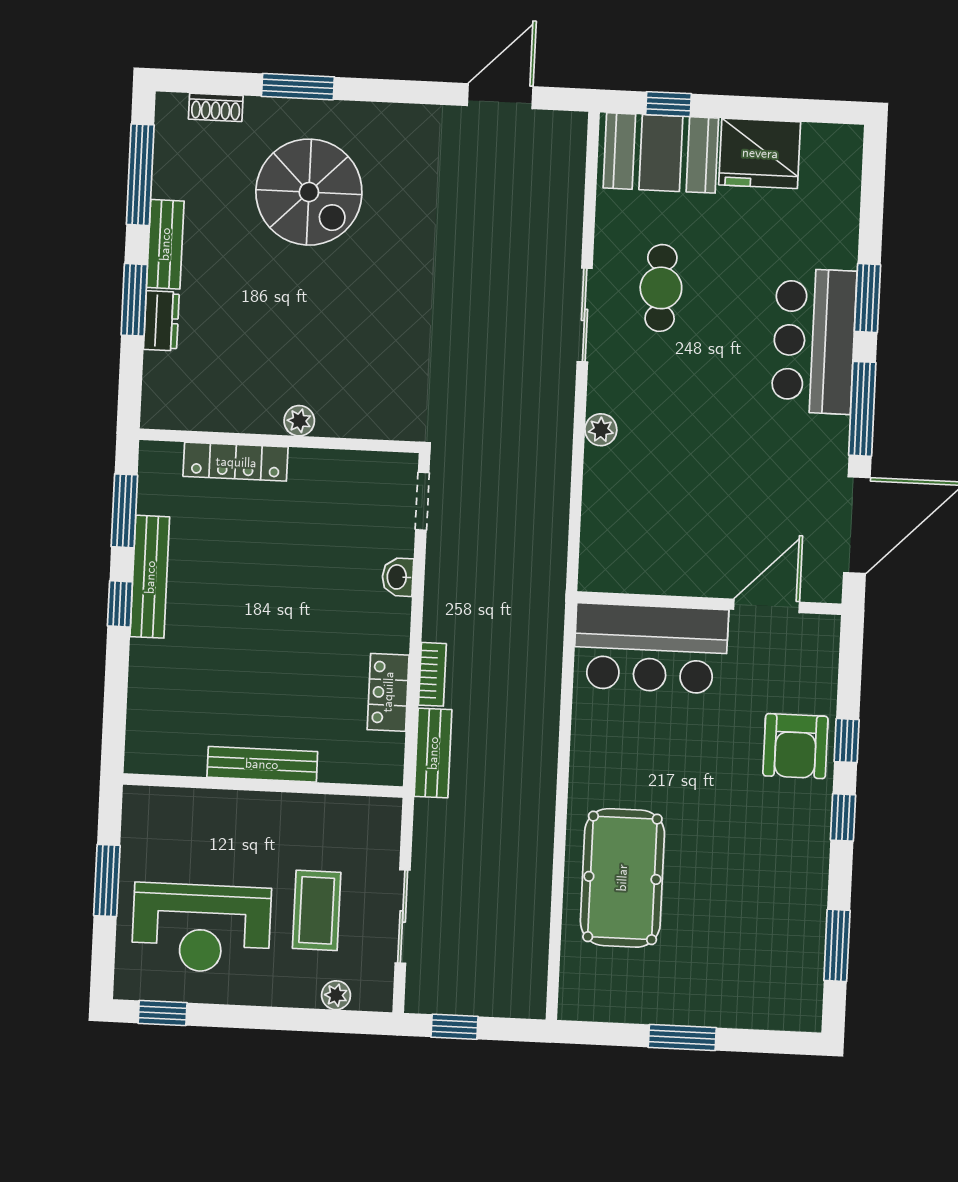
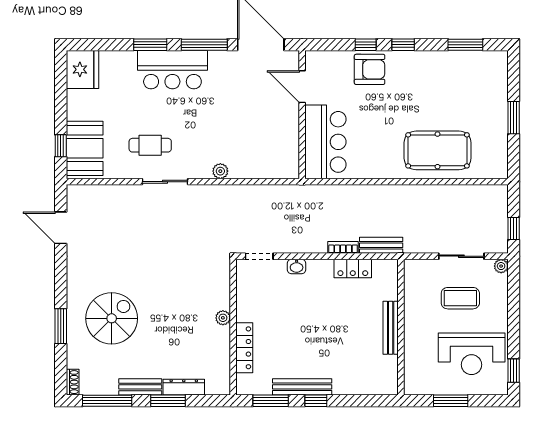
shoe rack: (216, 107) -> (73, 382), moved
fridge: (760, 153) -> (83, 69), moved
dresser: (161, 321) -> (184, 387), width x1.44
reception desk: (201, 928) -> (472, 354), turned 90
plant: (336, 995) -> (501, 266), moved

